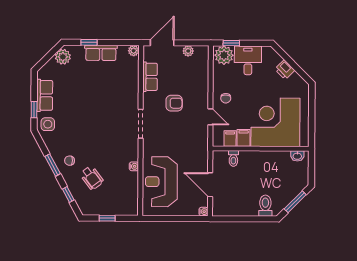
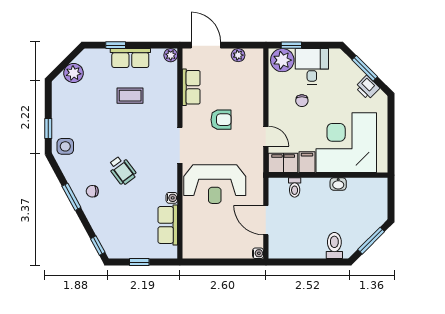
door: (162, 43) -> (206, 45), hinge flipped
plant: (63, 57) -> (74, 73), moved
window: (291, 62) -> (365, 68), added
printer: (285, 70) -> (367, 88), moved
coffee table: (100, 83) -> (130, 96), added
row of seats: (45, 95) -> (168, 225), moved, turned 180
chair: (226, 98) -> (302, 101), moved
filing cabinet: (230, 138) -> (283, 163), width x2.00
washbasin: (297, 156) -> (338, 184), moved
wheelchair: (92, 178) -> (122, 170), moved
reception desk: (161, 182) -> (215, 184), moved, turned -90
window: (68, 195) -> (98, 246), moved

